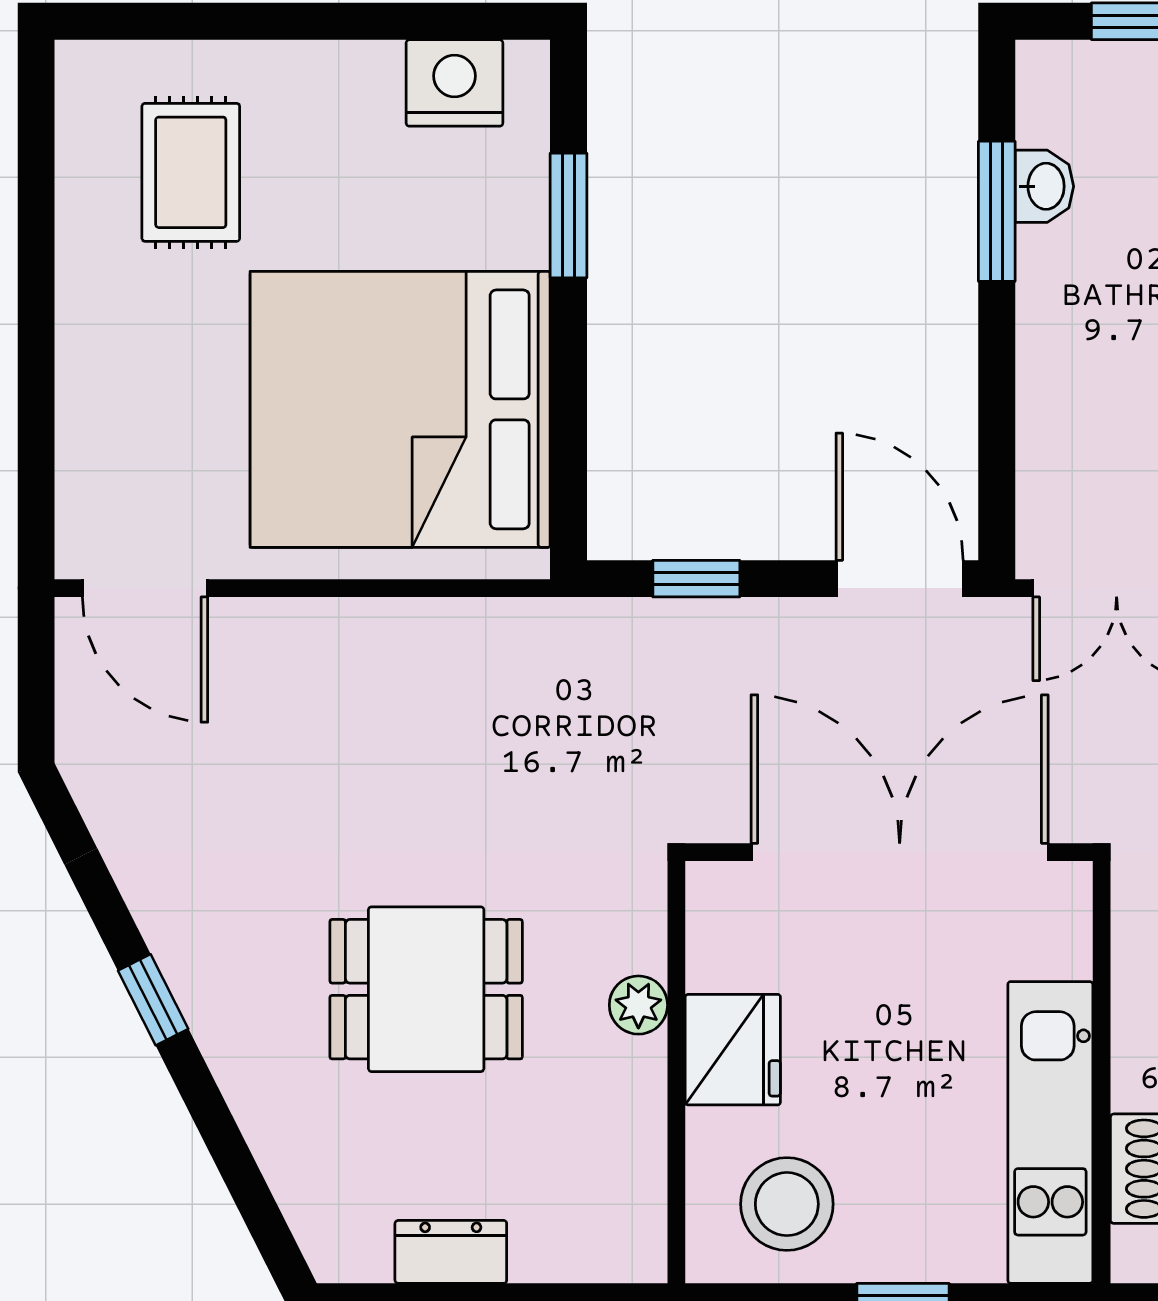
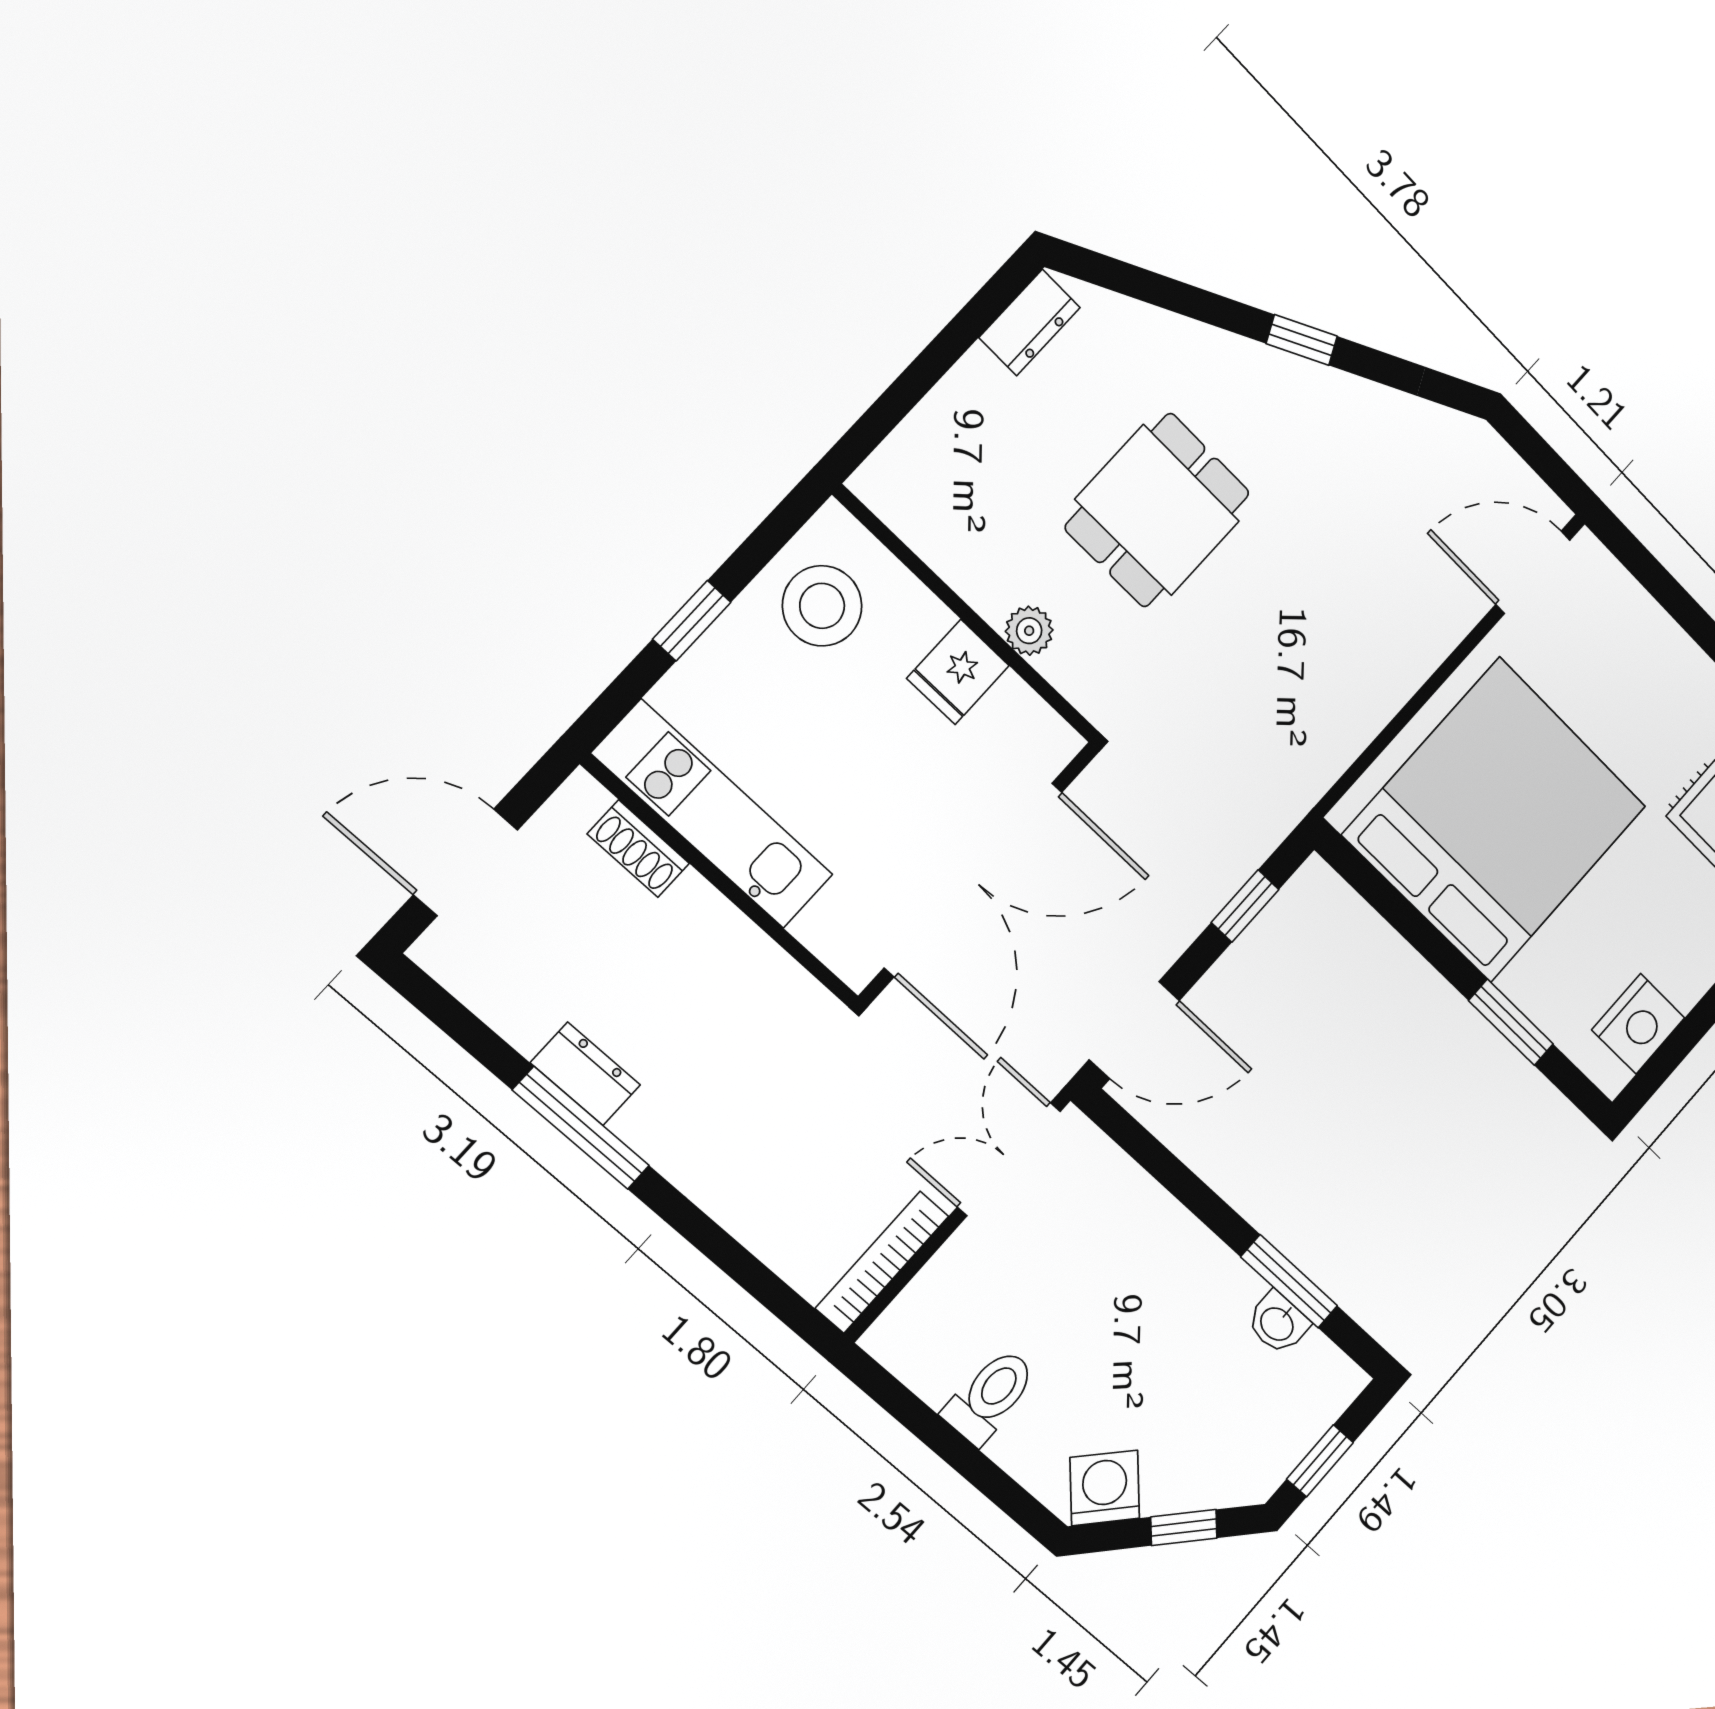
fridge: (733, 1050) -> (958, 672), width x0.72
dresser: (451, 1252) -> (1030, 323), moved

